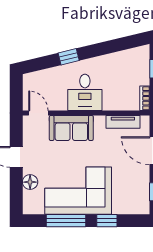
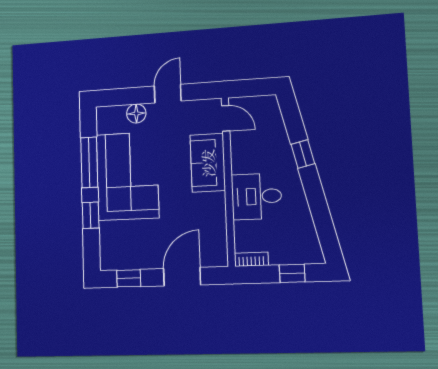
desk: (85, 92) -> (256, 196), moved
door: (38, 113) -> (226, 118), hinge flipped
tv unit: (123, 122) -> (219, 231), removed

